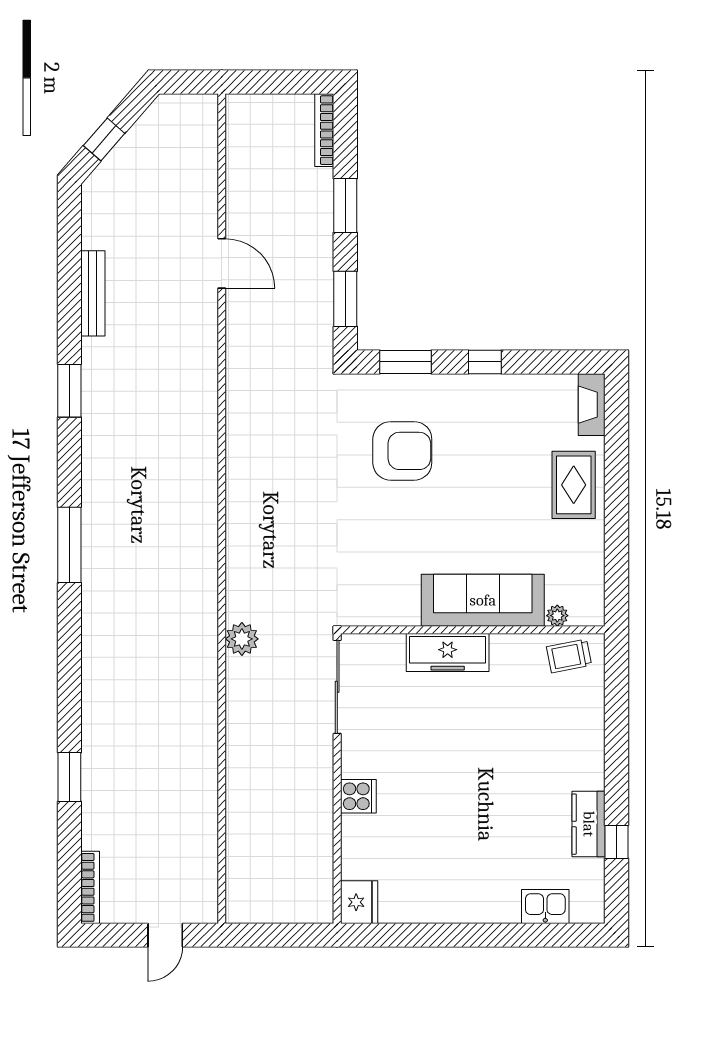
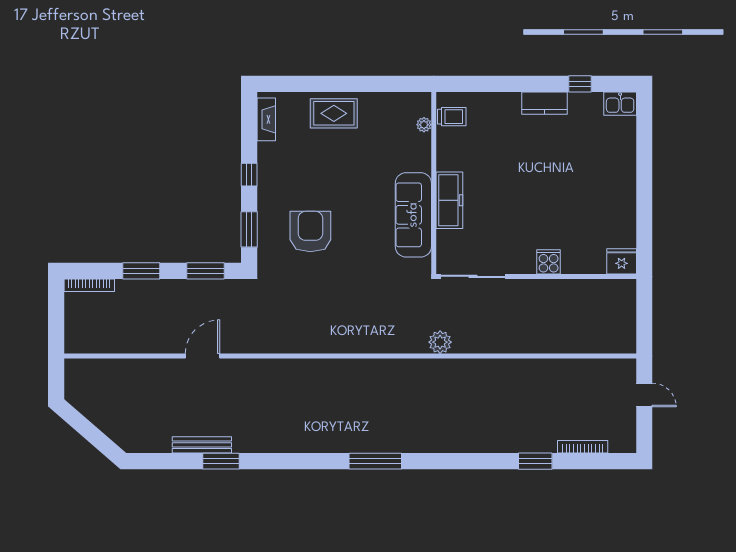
window: (104, 139) -> (96, 437), removed
door: (222, 263) -> (202, 356), moved
window: (69, 391) -> (221, 461), moved
fireplace: (592, 405) -> (266, 119), moved, turned -90
sofa: (483, 600) -> (413, 215), moved
trolley: (569, 656) -> (452, 117), turned -79
kitchen counter: (589, 824) -> (545, 103), moved
bookcase: (90, 887) -> (583, 447), moved
kitchen sink: (545, 907) -> (620, 104), moved, turned -90

